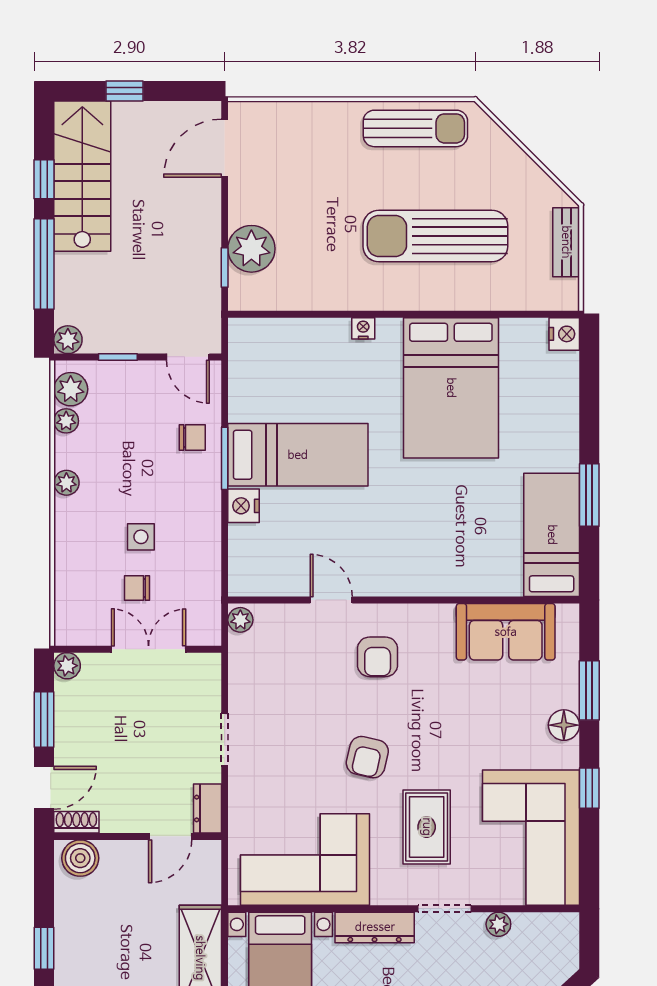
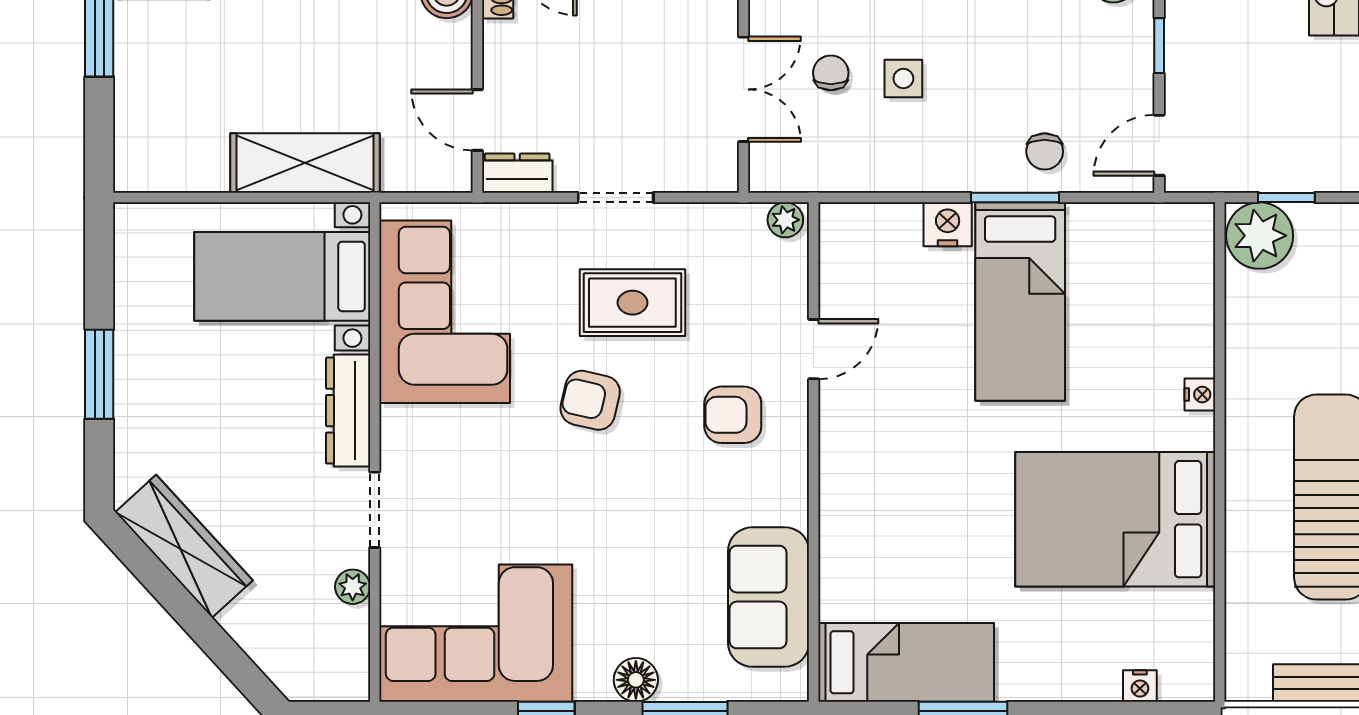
plant: (251, 249) -> (1260, 236), moved
nightstand: (564, 334) -> (1140, 686), moved, width x0.72, depth x0.74
rug: (427, 827) -> (632, 303), moved

